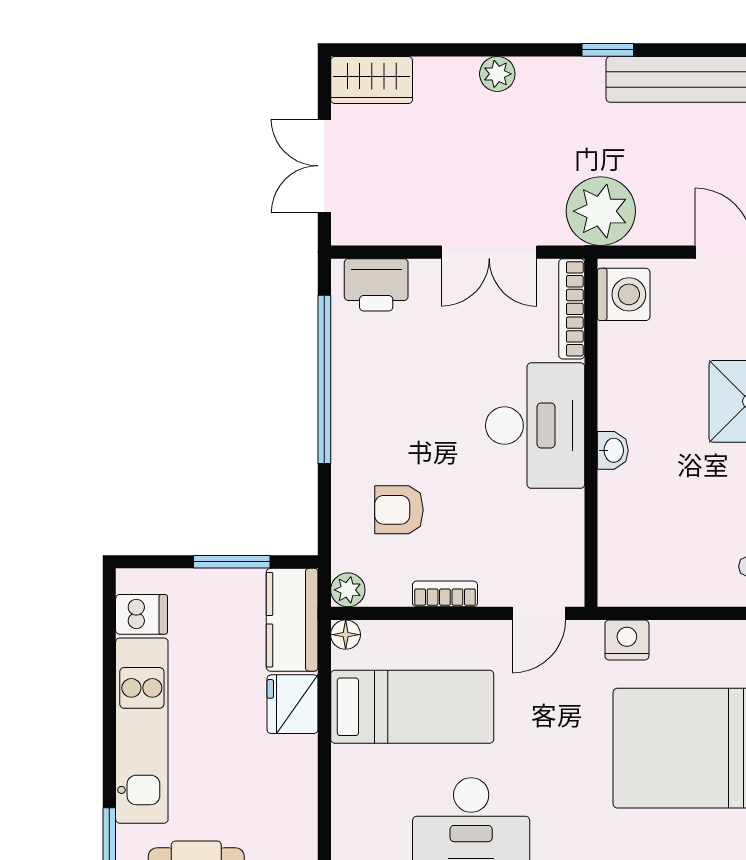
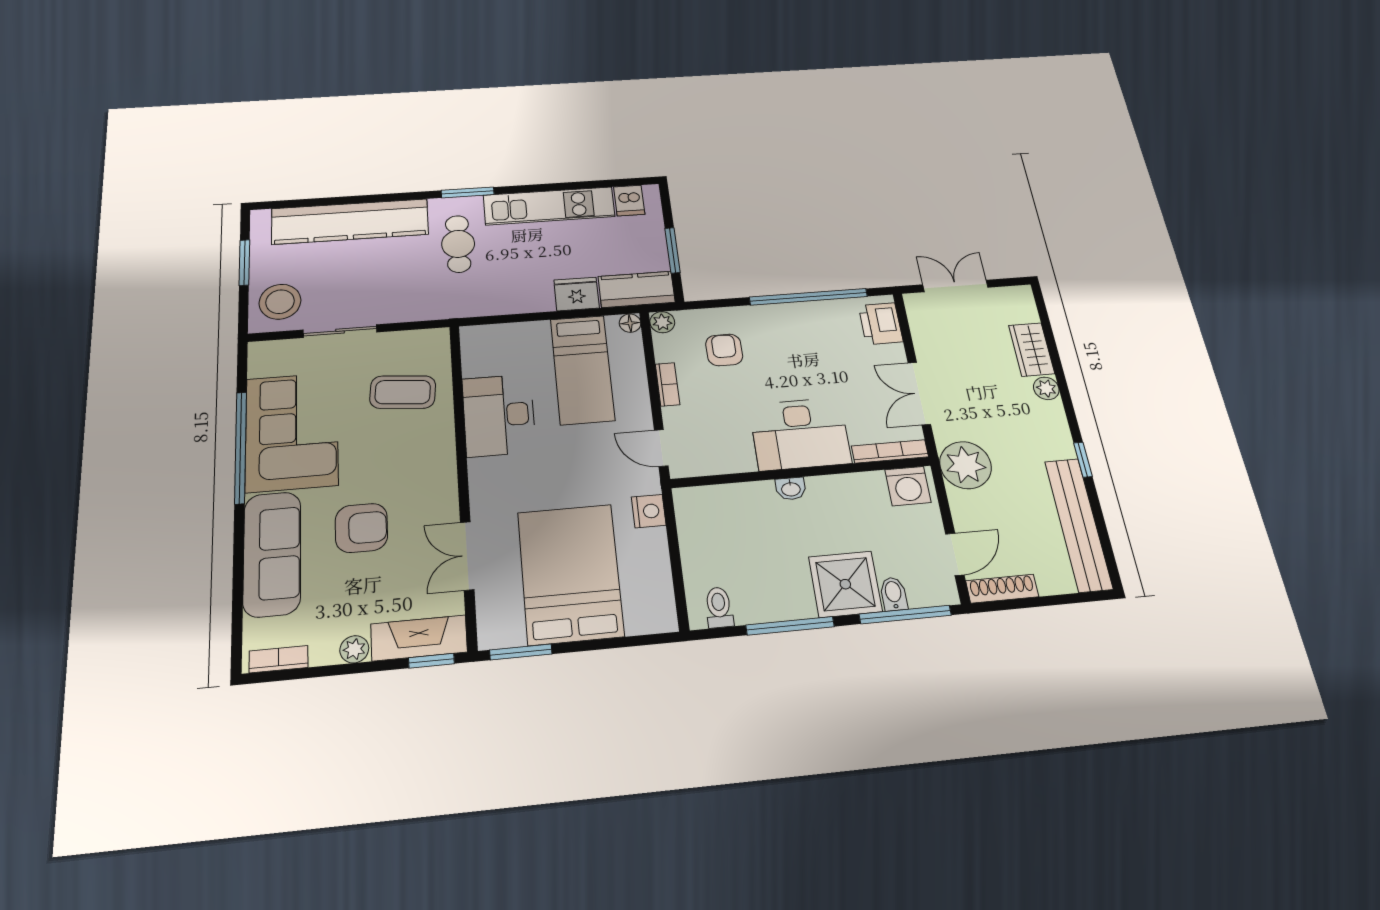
wardrobe: (372, 80) -> (1032, 349), moved

